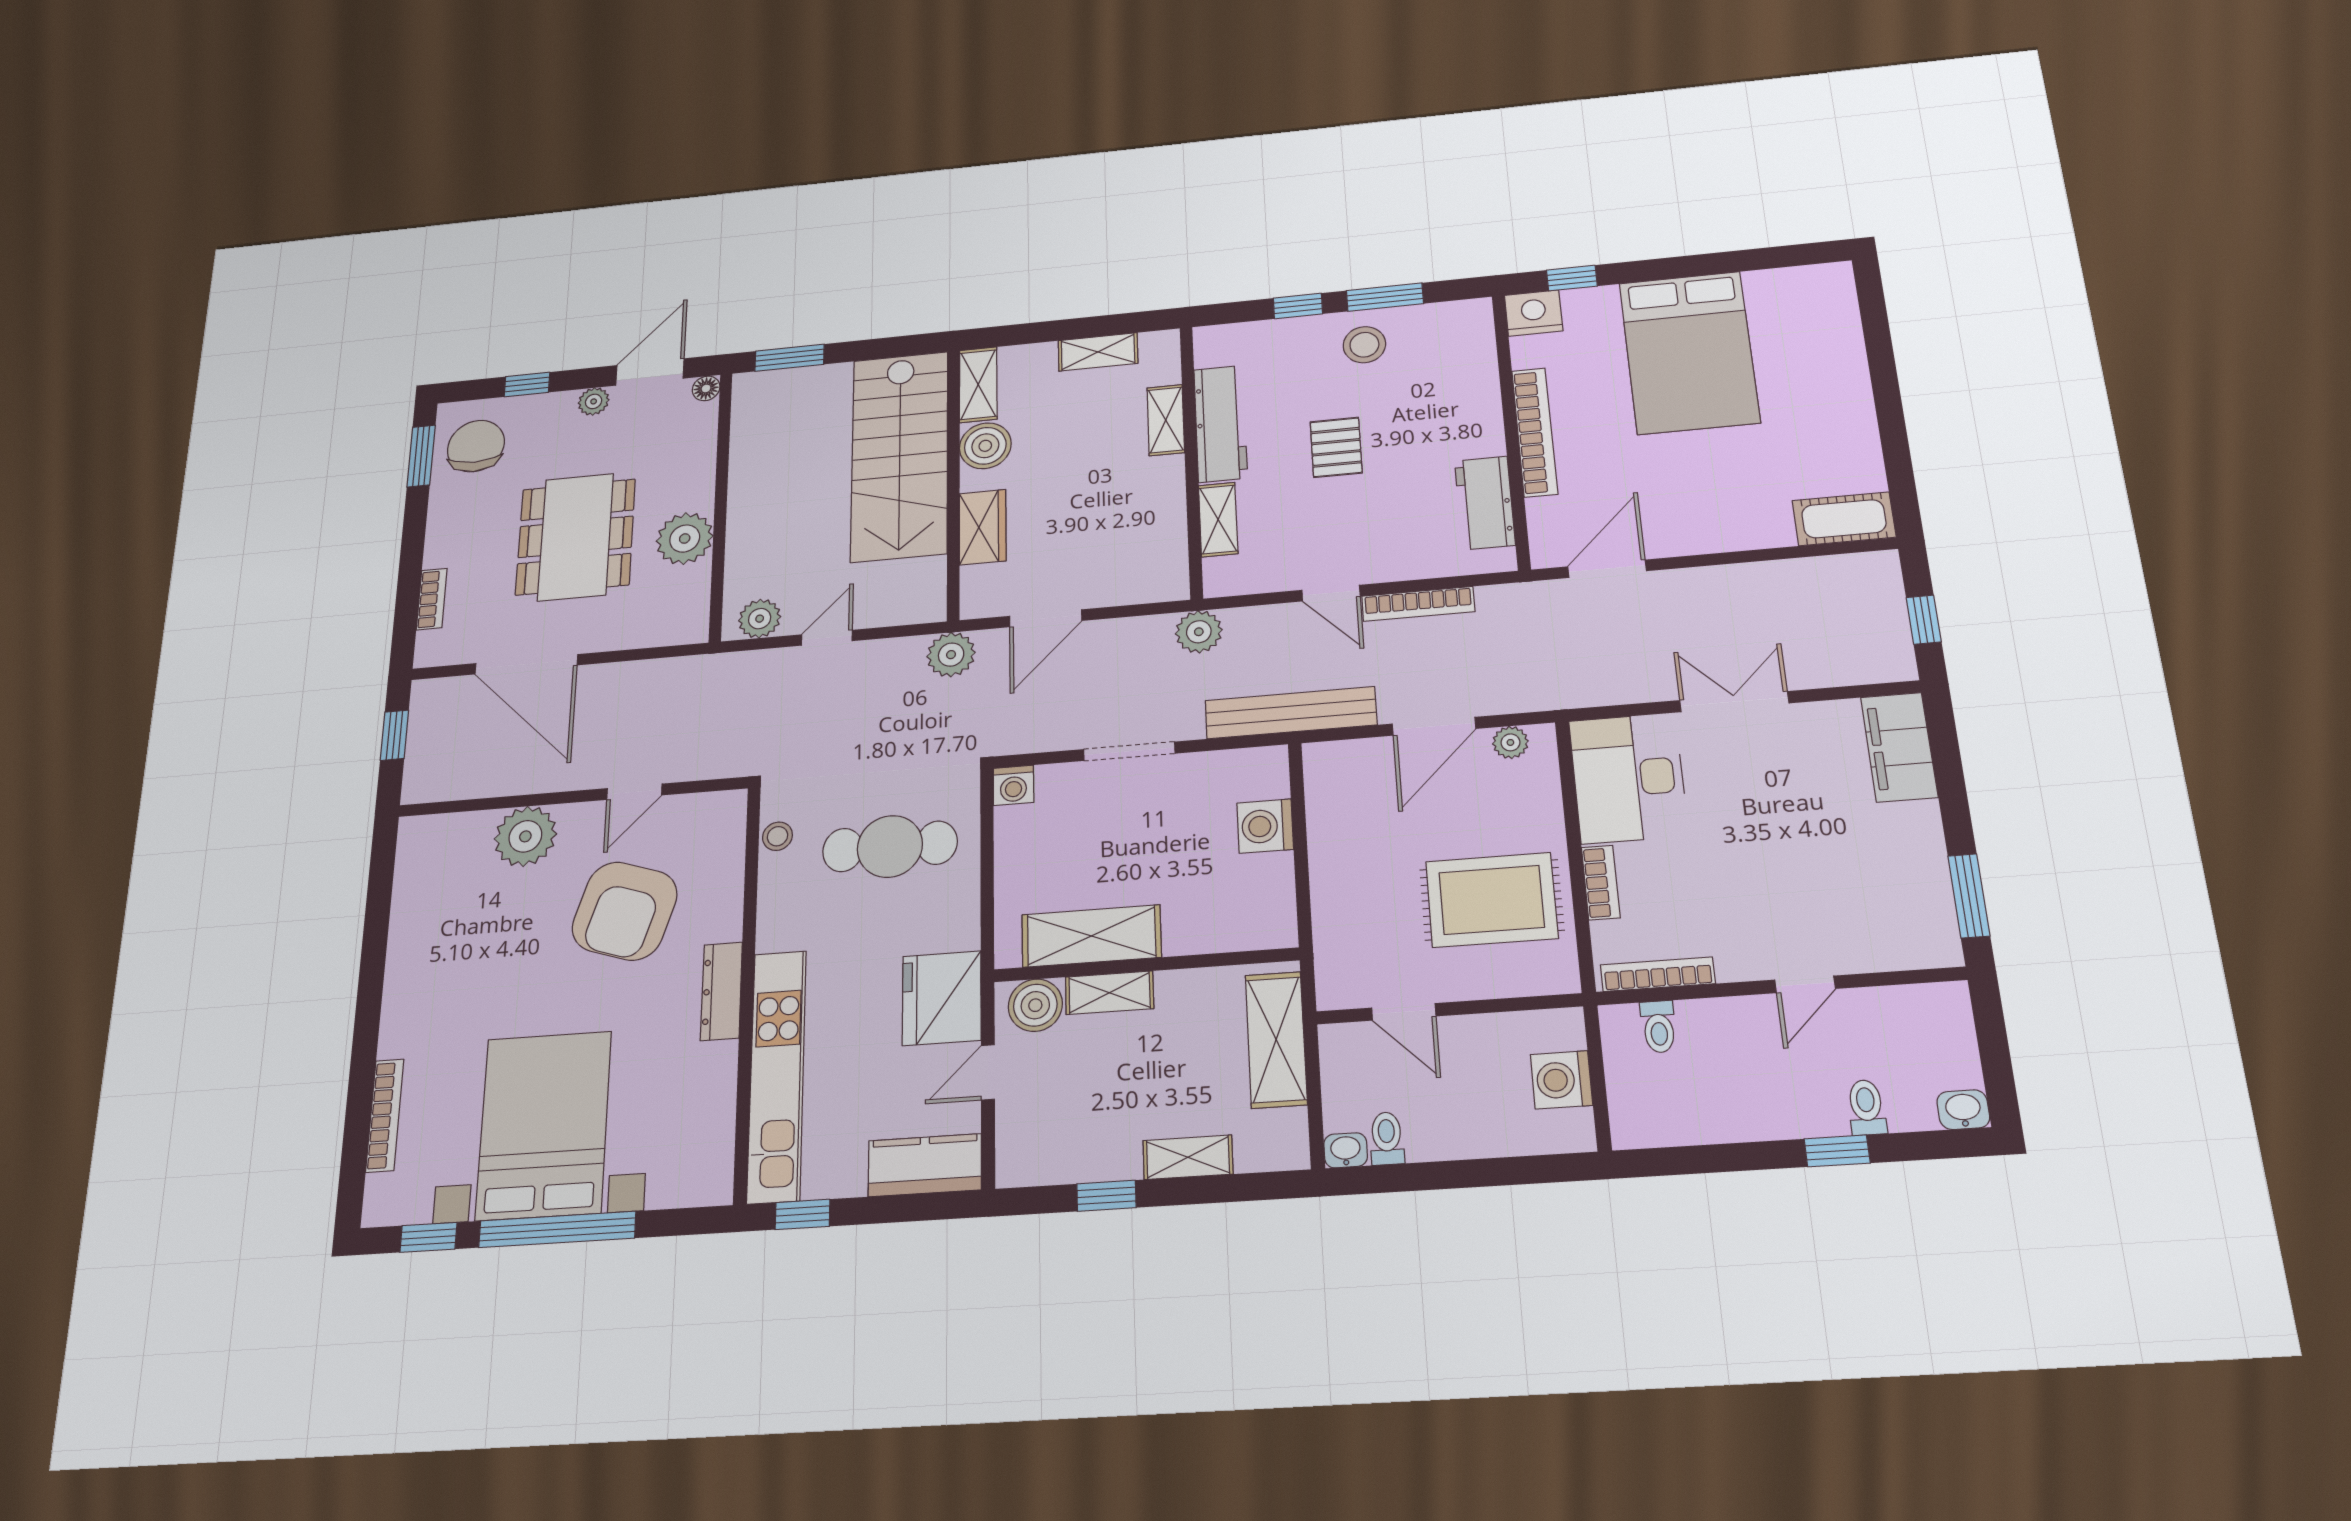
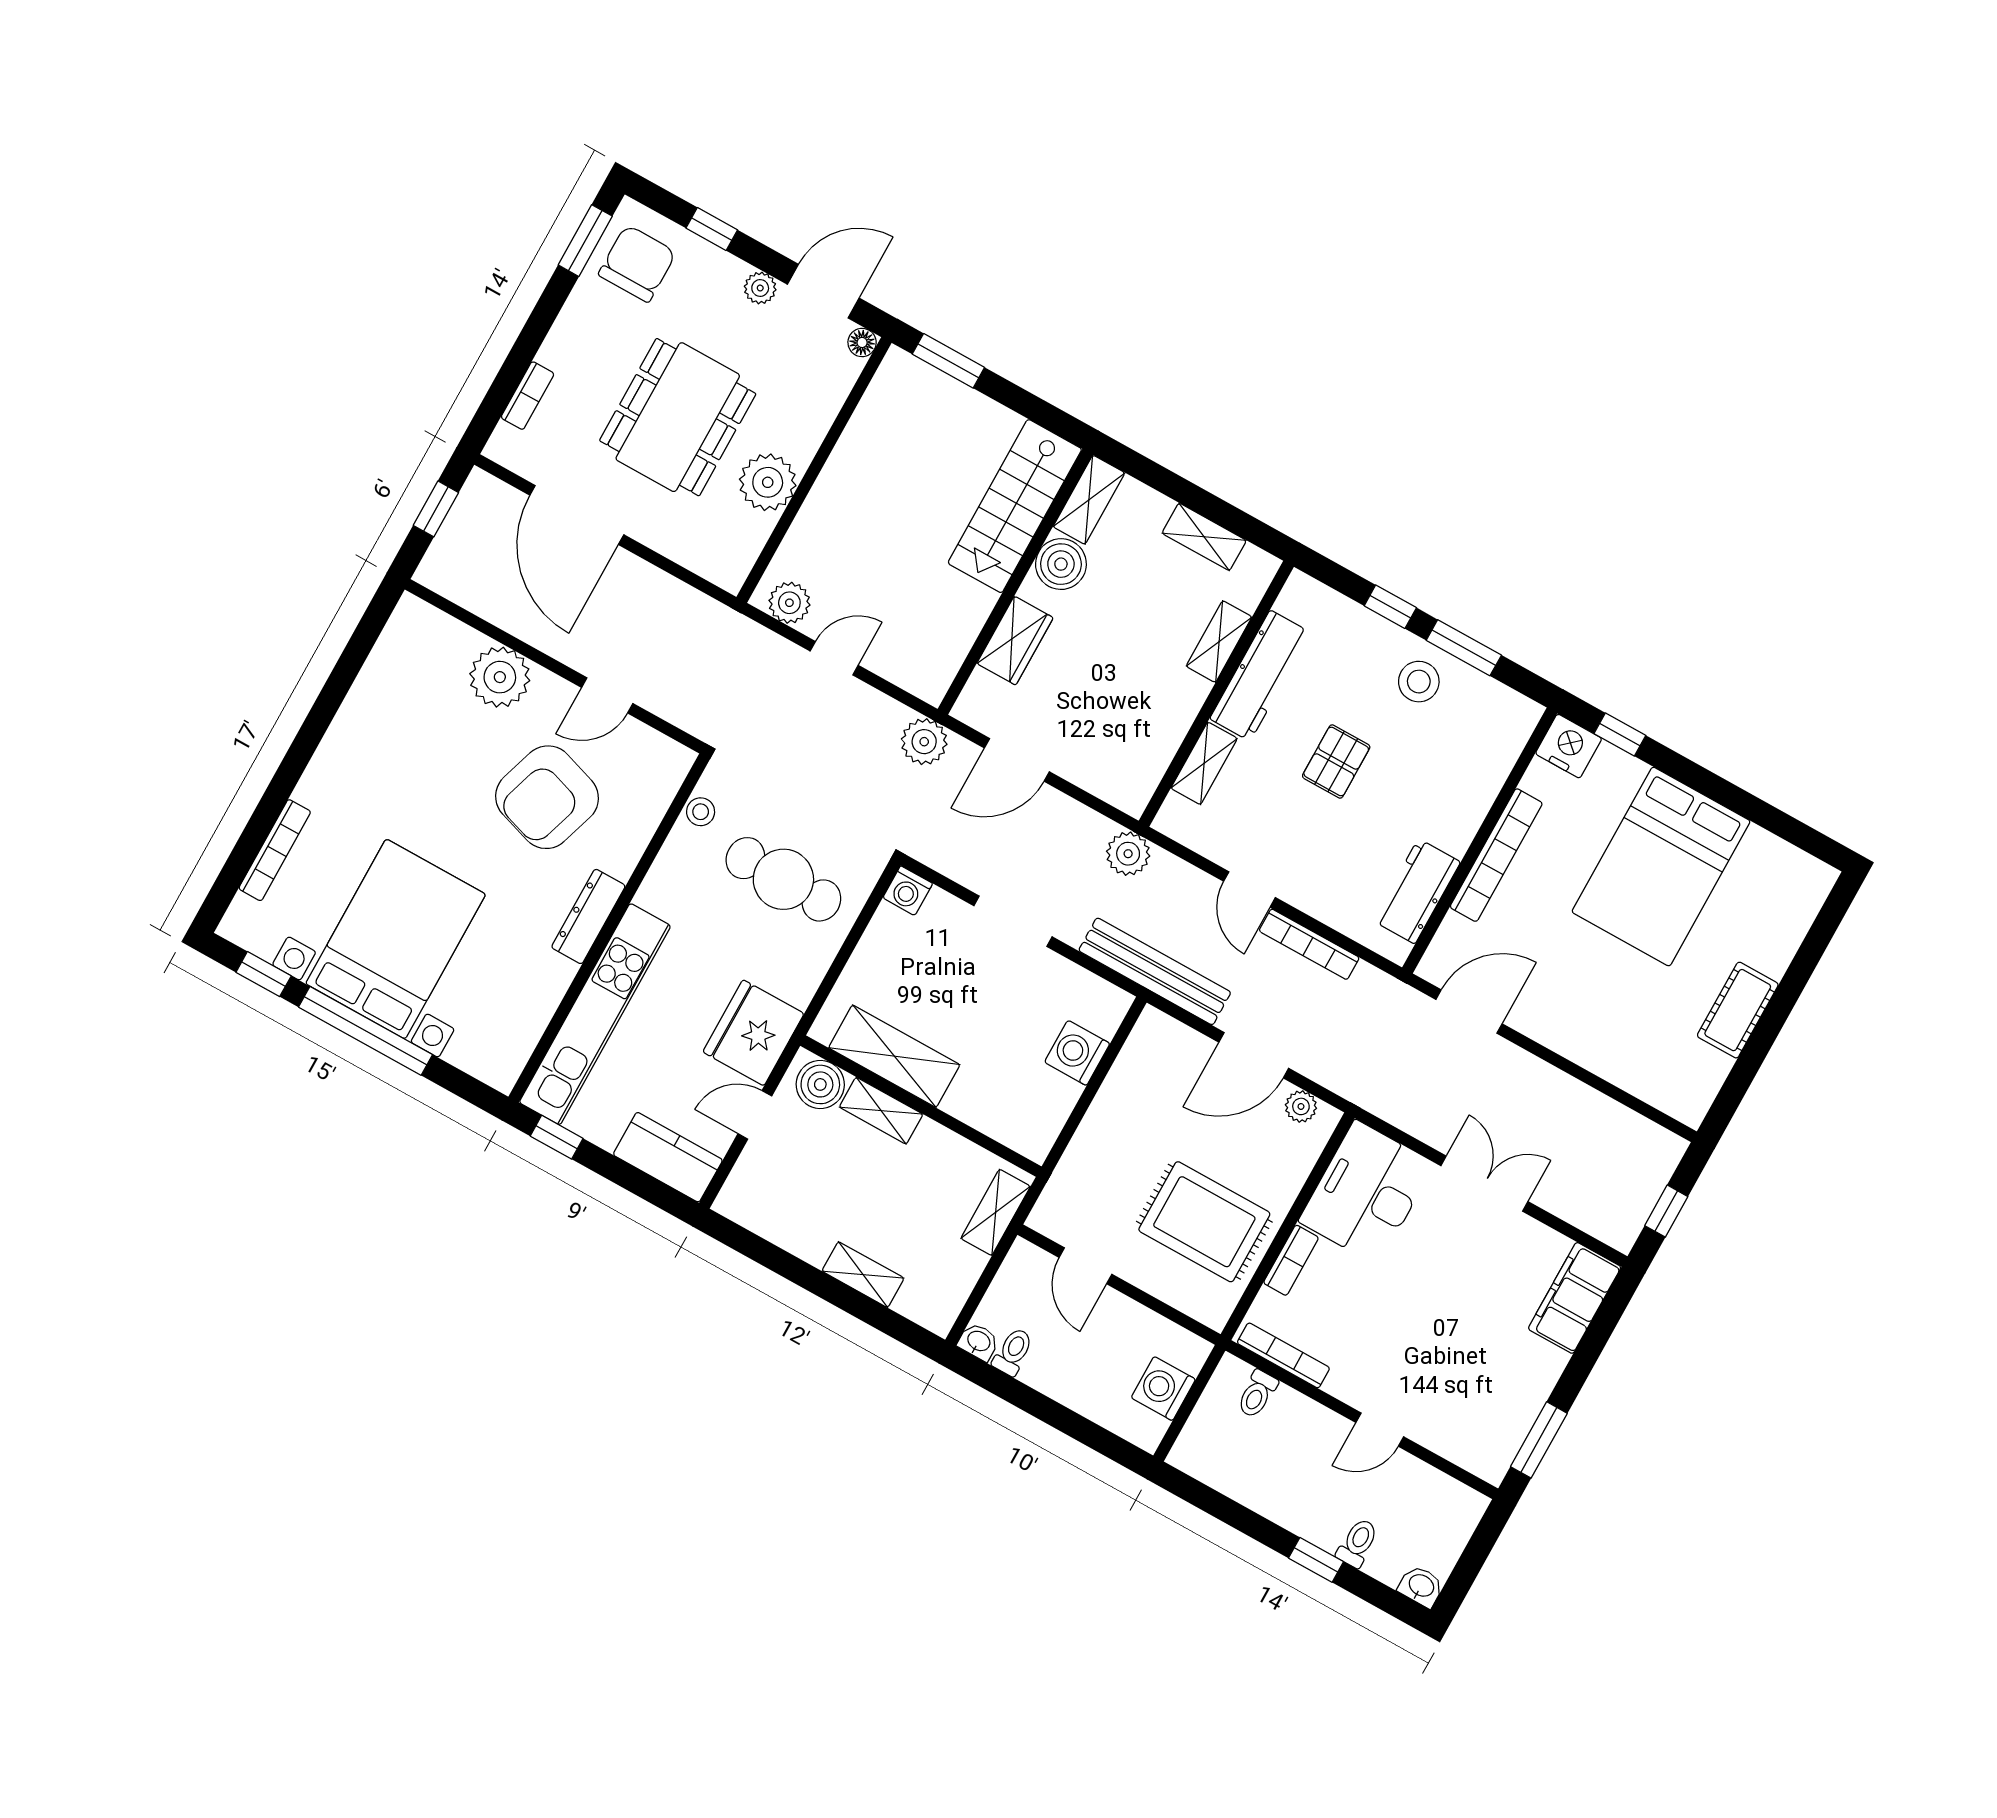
stairs: (900, 456) -> (1015, 506), width x0.73, depth x0.66
cot: (1844, 519) -> (1738, 1010), moved, turned 90
shelving: (1276, 1040) -> (996, 1212), width x0.67, depth x0.75
window: (1106, 1196) -> (787, 1266), removed

